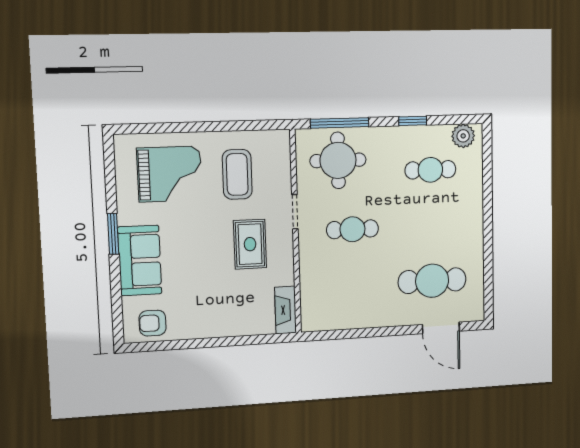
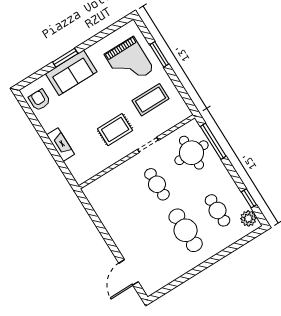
window: (413, 121) -> (249, 198), moved
window: (182, 127) -> (159, 54), added
window: (113, 234) -> (65, 58), moved
cafe table: (432, 281) -> (186, 230), moved
fireplace: (286, 310) -> (61, 145), moved, turned 90

